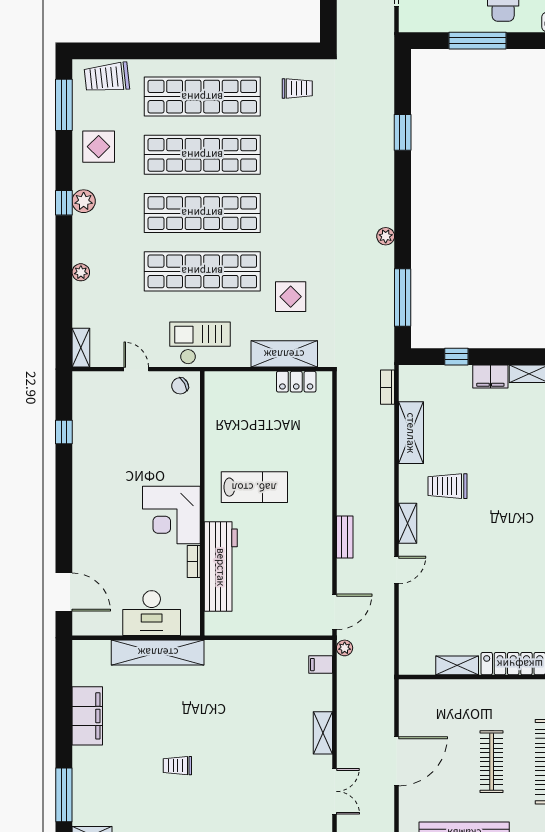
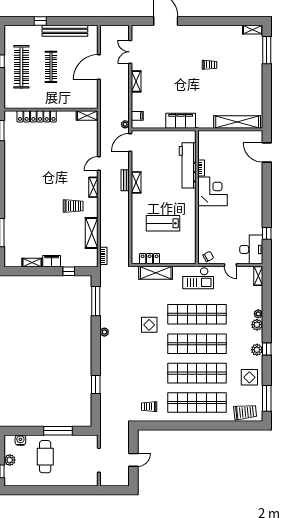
plant: (83, 251) -> (257, 325), added
display table: (291, 297) -> (149, 325), moved
lab bench: (254, 487) -> (163, 223), moved
shelving: (323, 533) -> (136, 182), added
desk: (152, 613) -> (251, 249), moved, turned 90
shelving: (158, 652) -> (237, 122), moved
shelving: (457, 665) -> (87, 115), moved
filing cabinet: (87, 716) -> (181, 121), moved, turned 90

